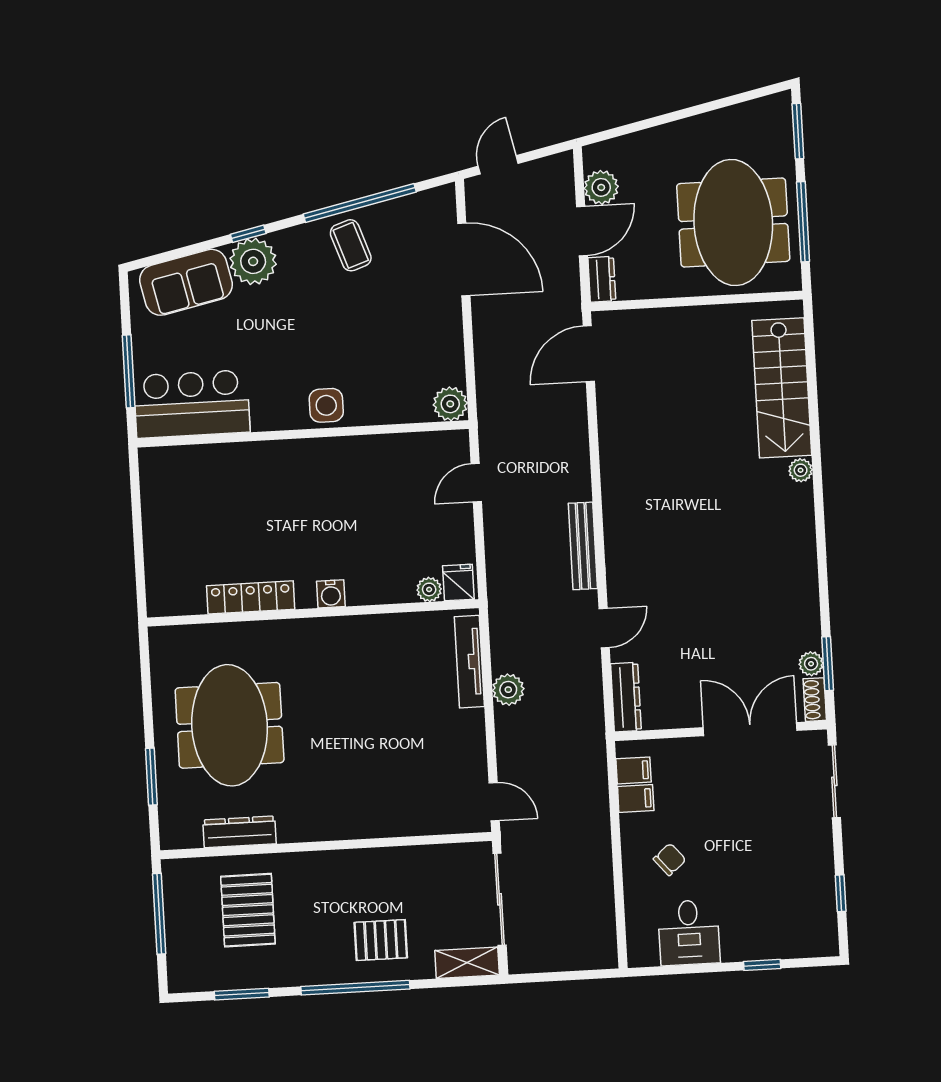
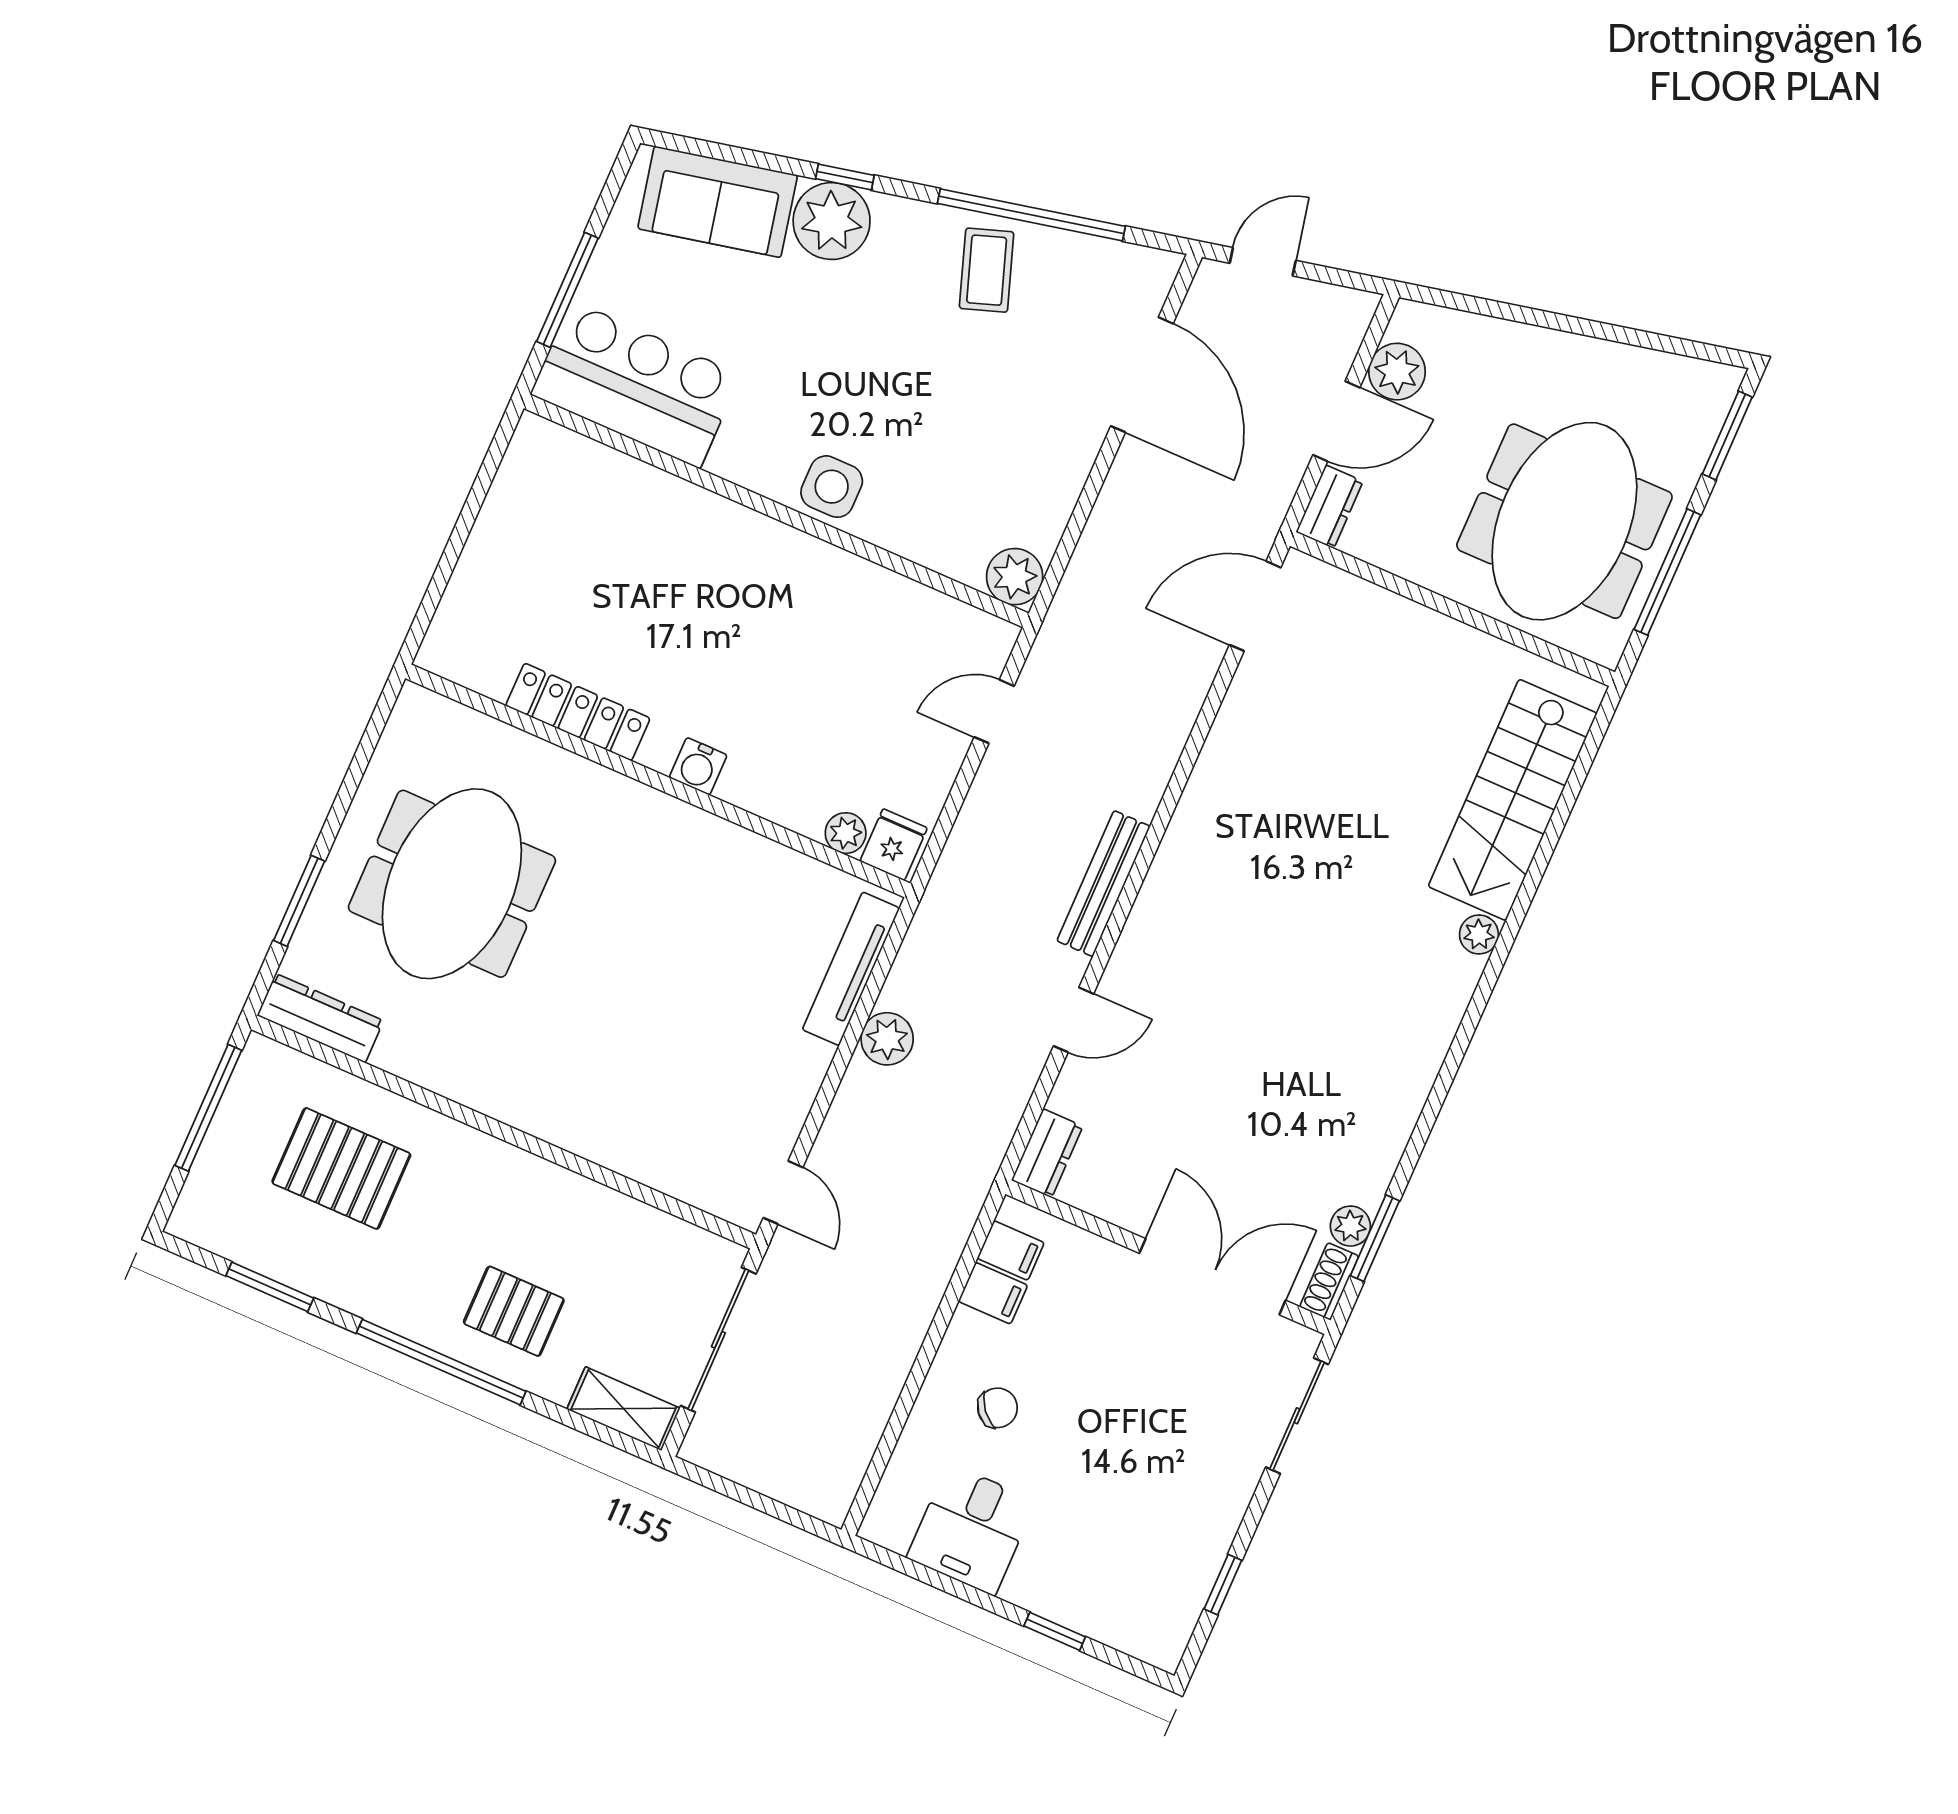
dresser: (626, 697) -> (1047, 1153), width x0.70
dresser: (239, 832) -> (320, 1018), moved
pallet: (248, 910) -> (341, 1168), turned 90

